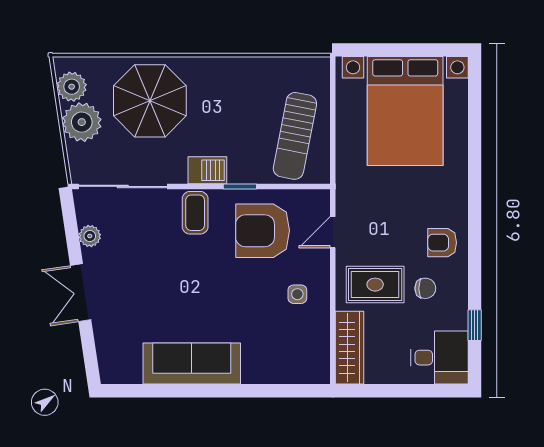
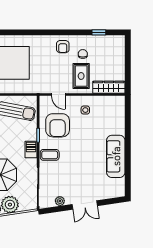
desk: (439, 358) -> (113, 48), removed

